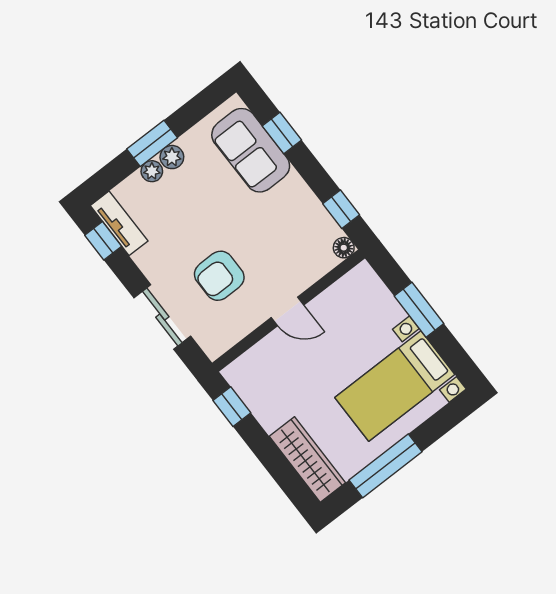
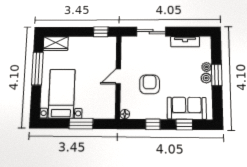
window: (341, 209) -> (153, 124), moved
tv unit: (119, 223) -> (185, 42), moved
window: (103, 241) -> (194, 31), removed
armchair: (219, 276) -> (150, 84), moved
wardrobe: (307, 459) -> (56, 44), width x0.67

